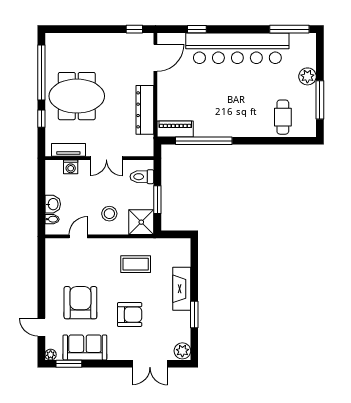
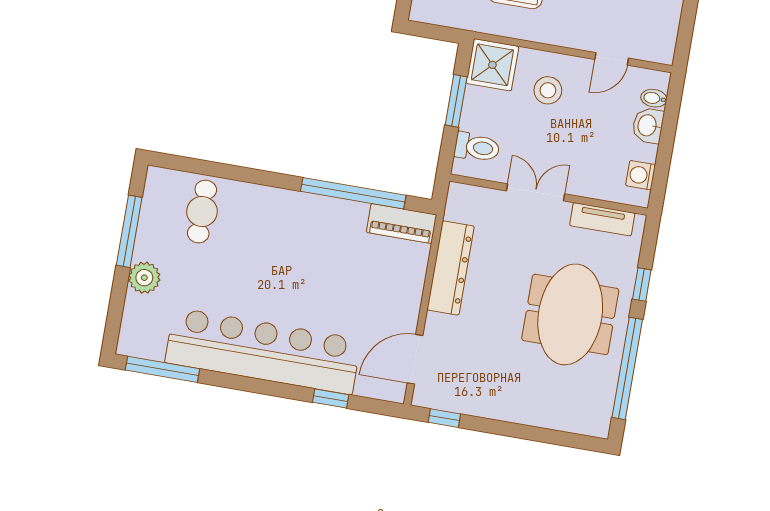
meeting table: (77, 96) -> (570, 314), turned 90
washing machine: (71, 167) -> (641, 175), moved, turned -90

